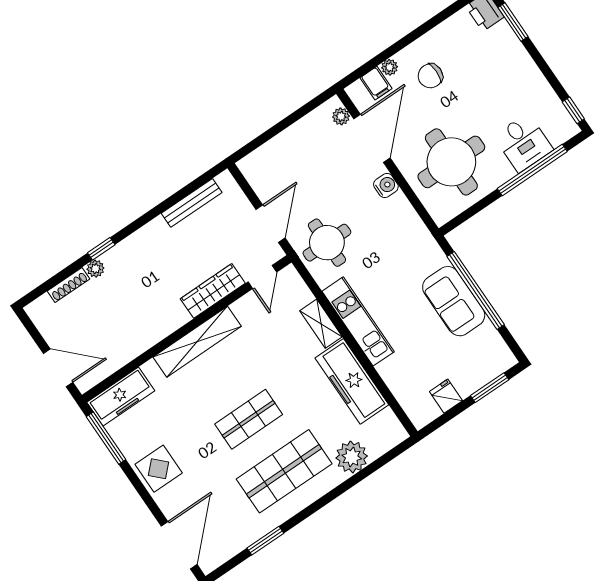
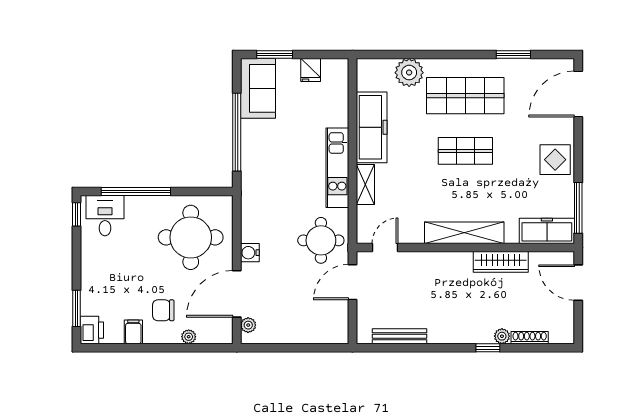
chair: (430, 76) -> (163, 310), turned 180
filing cabinet: (376, 83) -> (133, 332), moved
desk: (523, 143) -> (105, 216), moved
wardrobe: (213, 291) -> (501, 262), moved
sofa: (454, 301) -> (258, 88), moved

